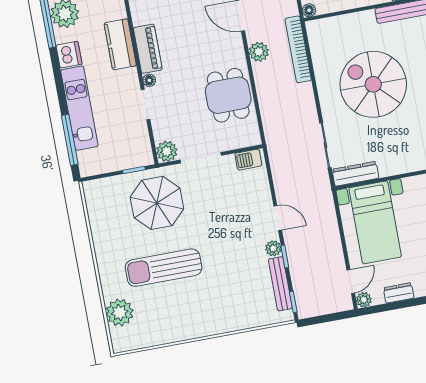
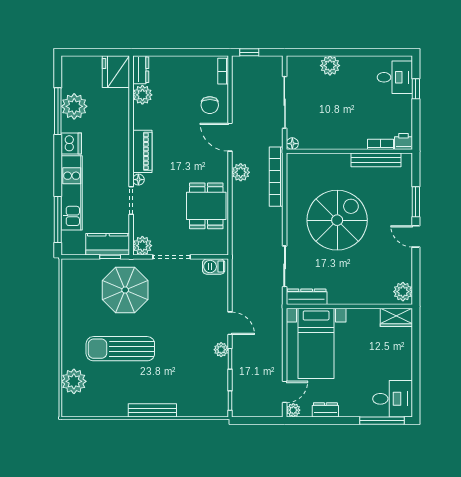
kitchen counter: (120, 44) -> (108, 244), moved, turned 90
spiral stairs: (373, 84) -> (337, 220), turned 90
bench: (280, 284) -> (152, 410), moved, turned 90

